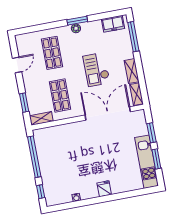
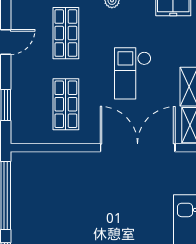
shelving: (41, 118) -> (29, 136), removed

